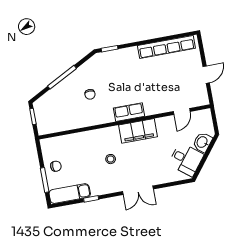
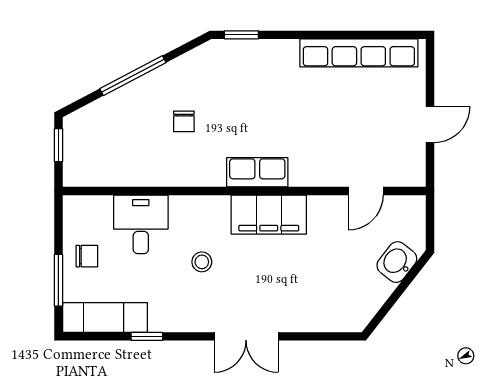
desk: (186, 159) -> (141, 224), moved, turned -128

